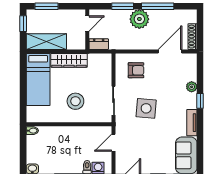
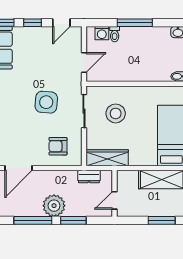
dresser: (99, 44) -> (89, 177), moved
wardrobe: (69, 60) -> (107, 158), moved
stool: (75, 101) -> (116, 113), moved

